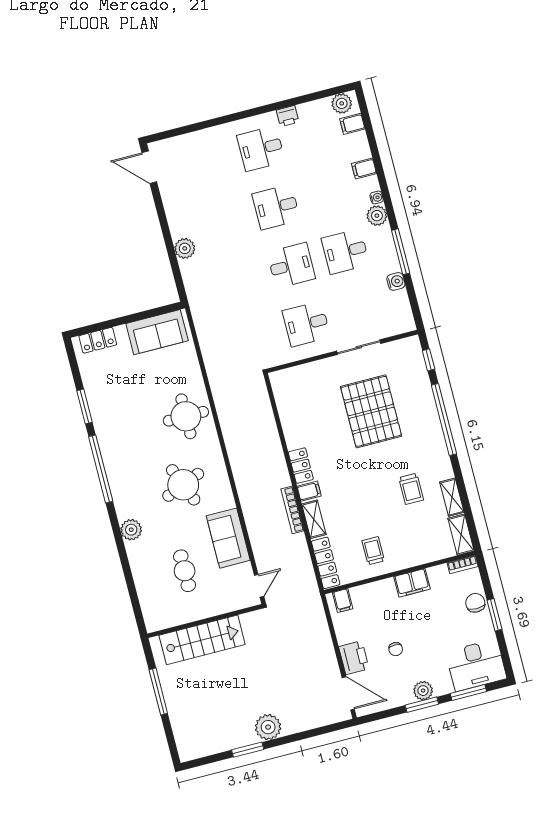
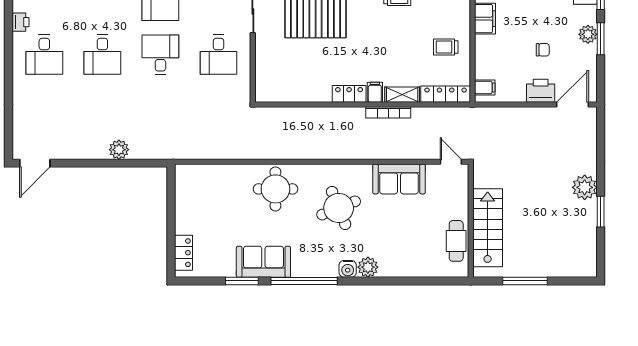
sofa: (157, 332) -> (263, 262), moved, turned -90
water cooler: (124, 510) -> (348, 269), added
cafe table: (185, 571) -> (456, 241), moved, turned 90

